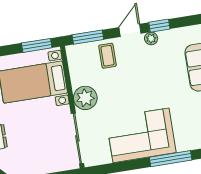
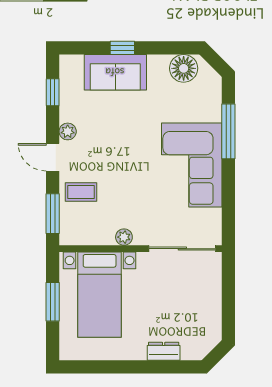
window: (159, 26) -> (53, 92), moved
window: (37, 45) -> (53, 302), moved
plant: (85, 98) -> (124, 237), width x0.53, depth x0.53

